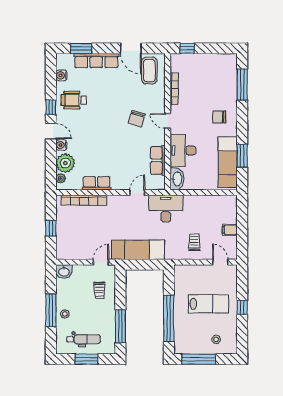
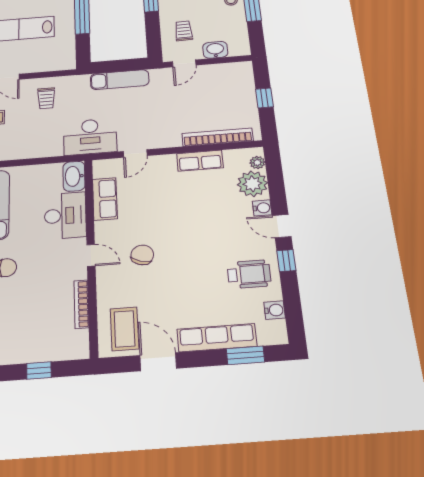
window: (187, 48) -> (39, 370), moved
exam couch: (138, 250) -> (120, 80), width x0.73, depth x0.69
washbasin: (64, 272) -> (215, 50), moved

